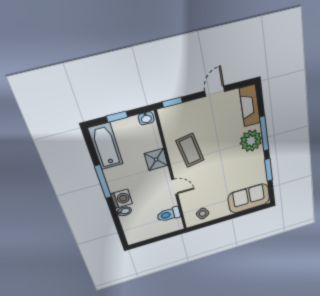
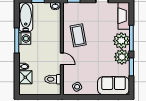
shower: (156, 159) -> (25, 77), moved
plant: (255, 161) -> (122, 57), added
washing machine: (122, 199) -> (25, 39), moved

